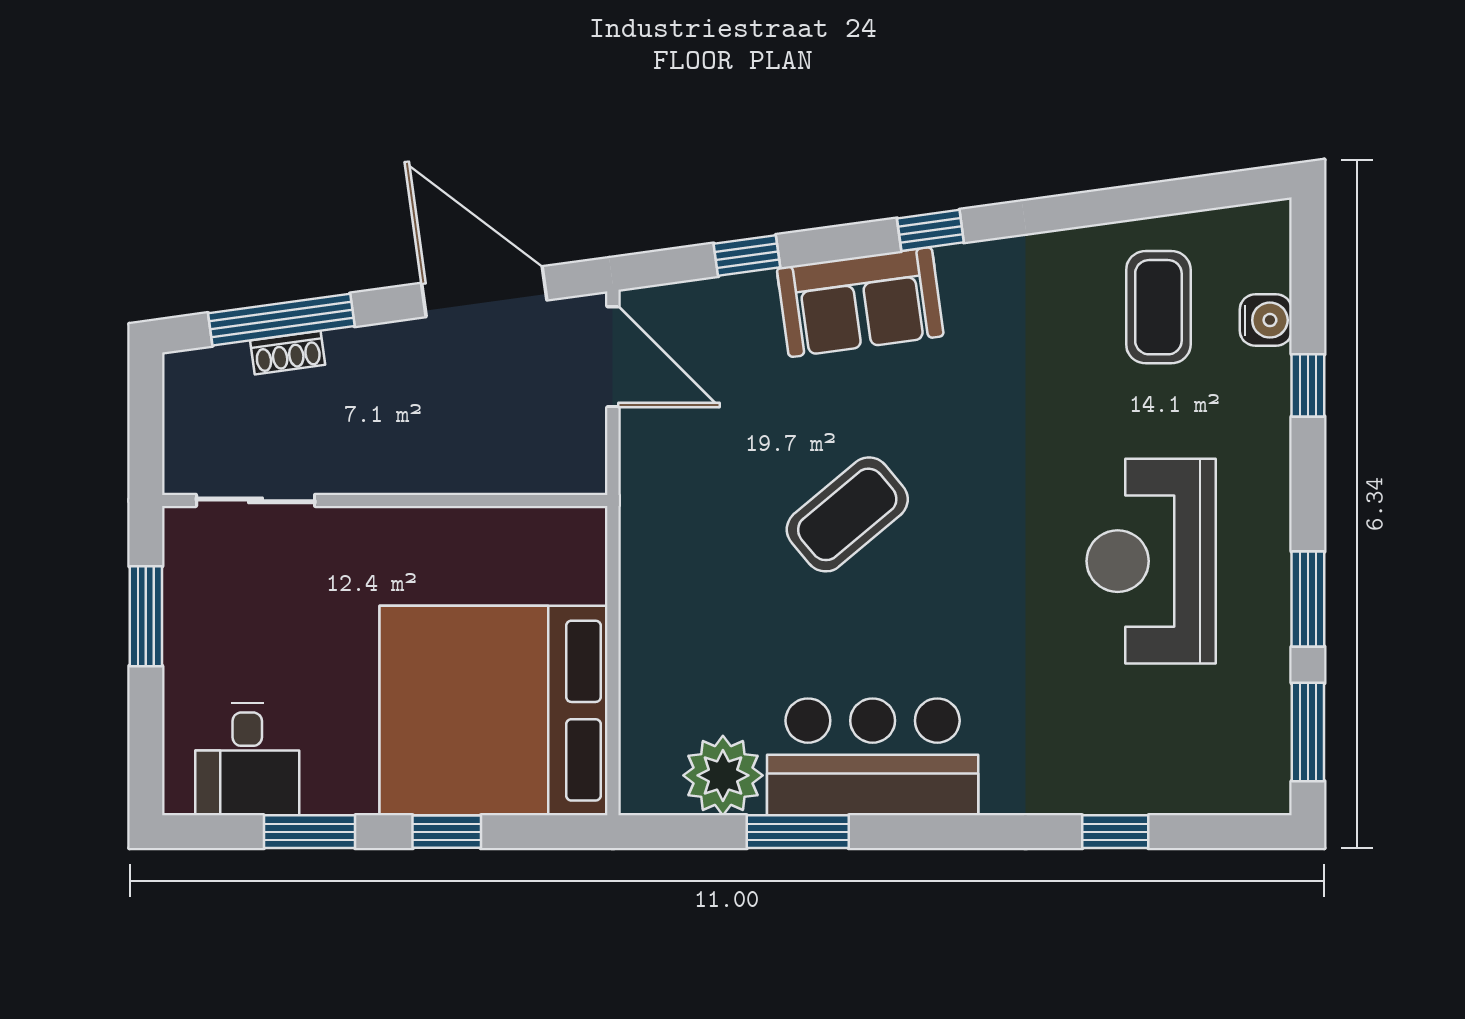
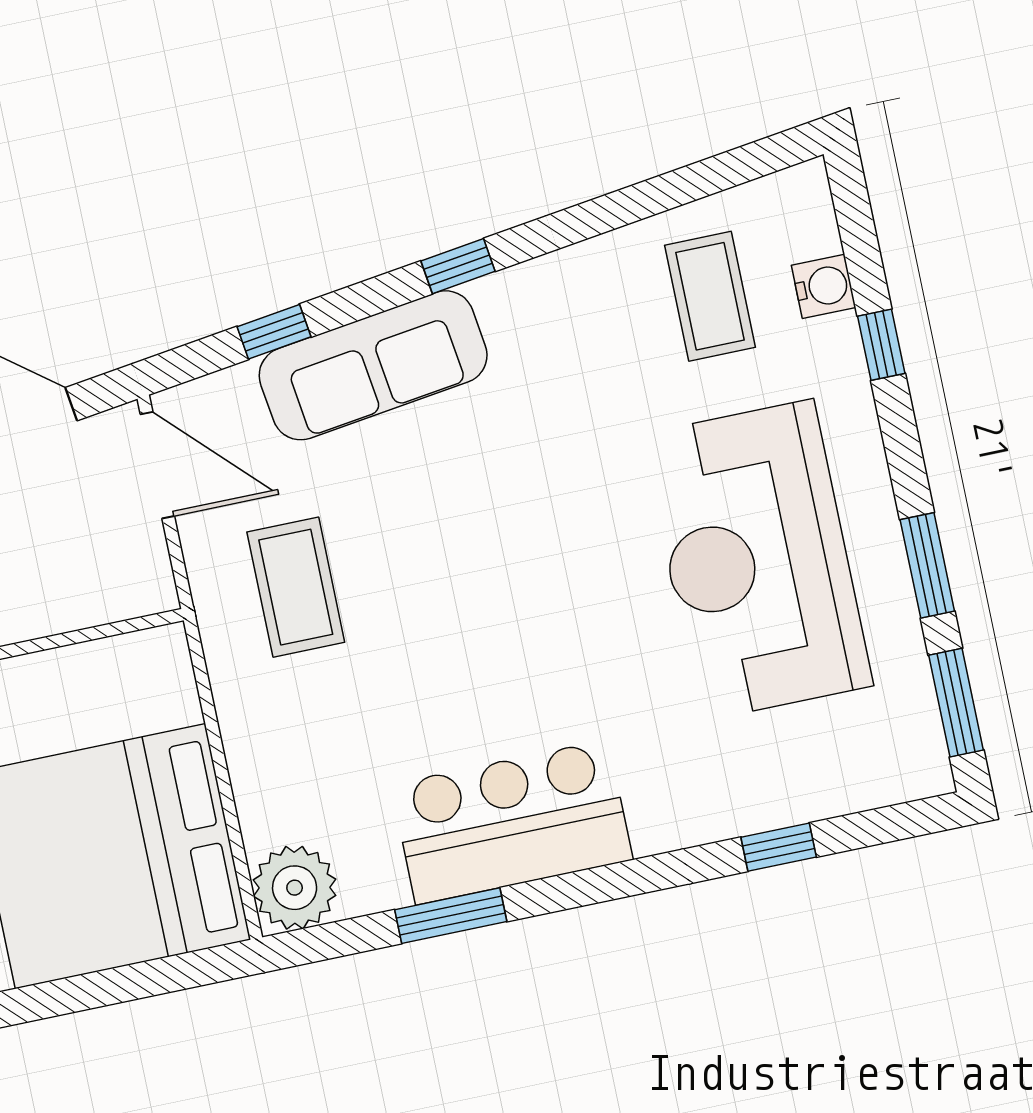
sofa: (860, 302) -> (373, 365), width x1.36
coffee table: (847, 514) -> (296, 587), moved, turned -50
reception desk: (1151, 561) -> (757, 560), width x1.36, depth x1.30
plant: (723, 775) -> (295, 888), moved
window: (447, 832) -> (88, 991), removed

